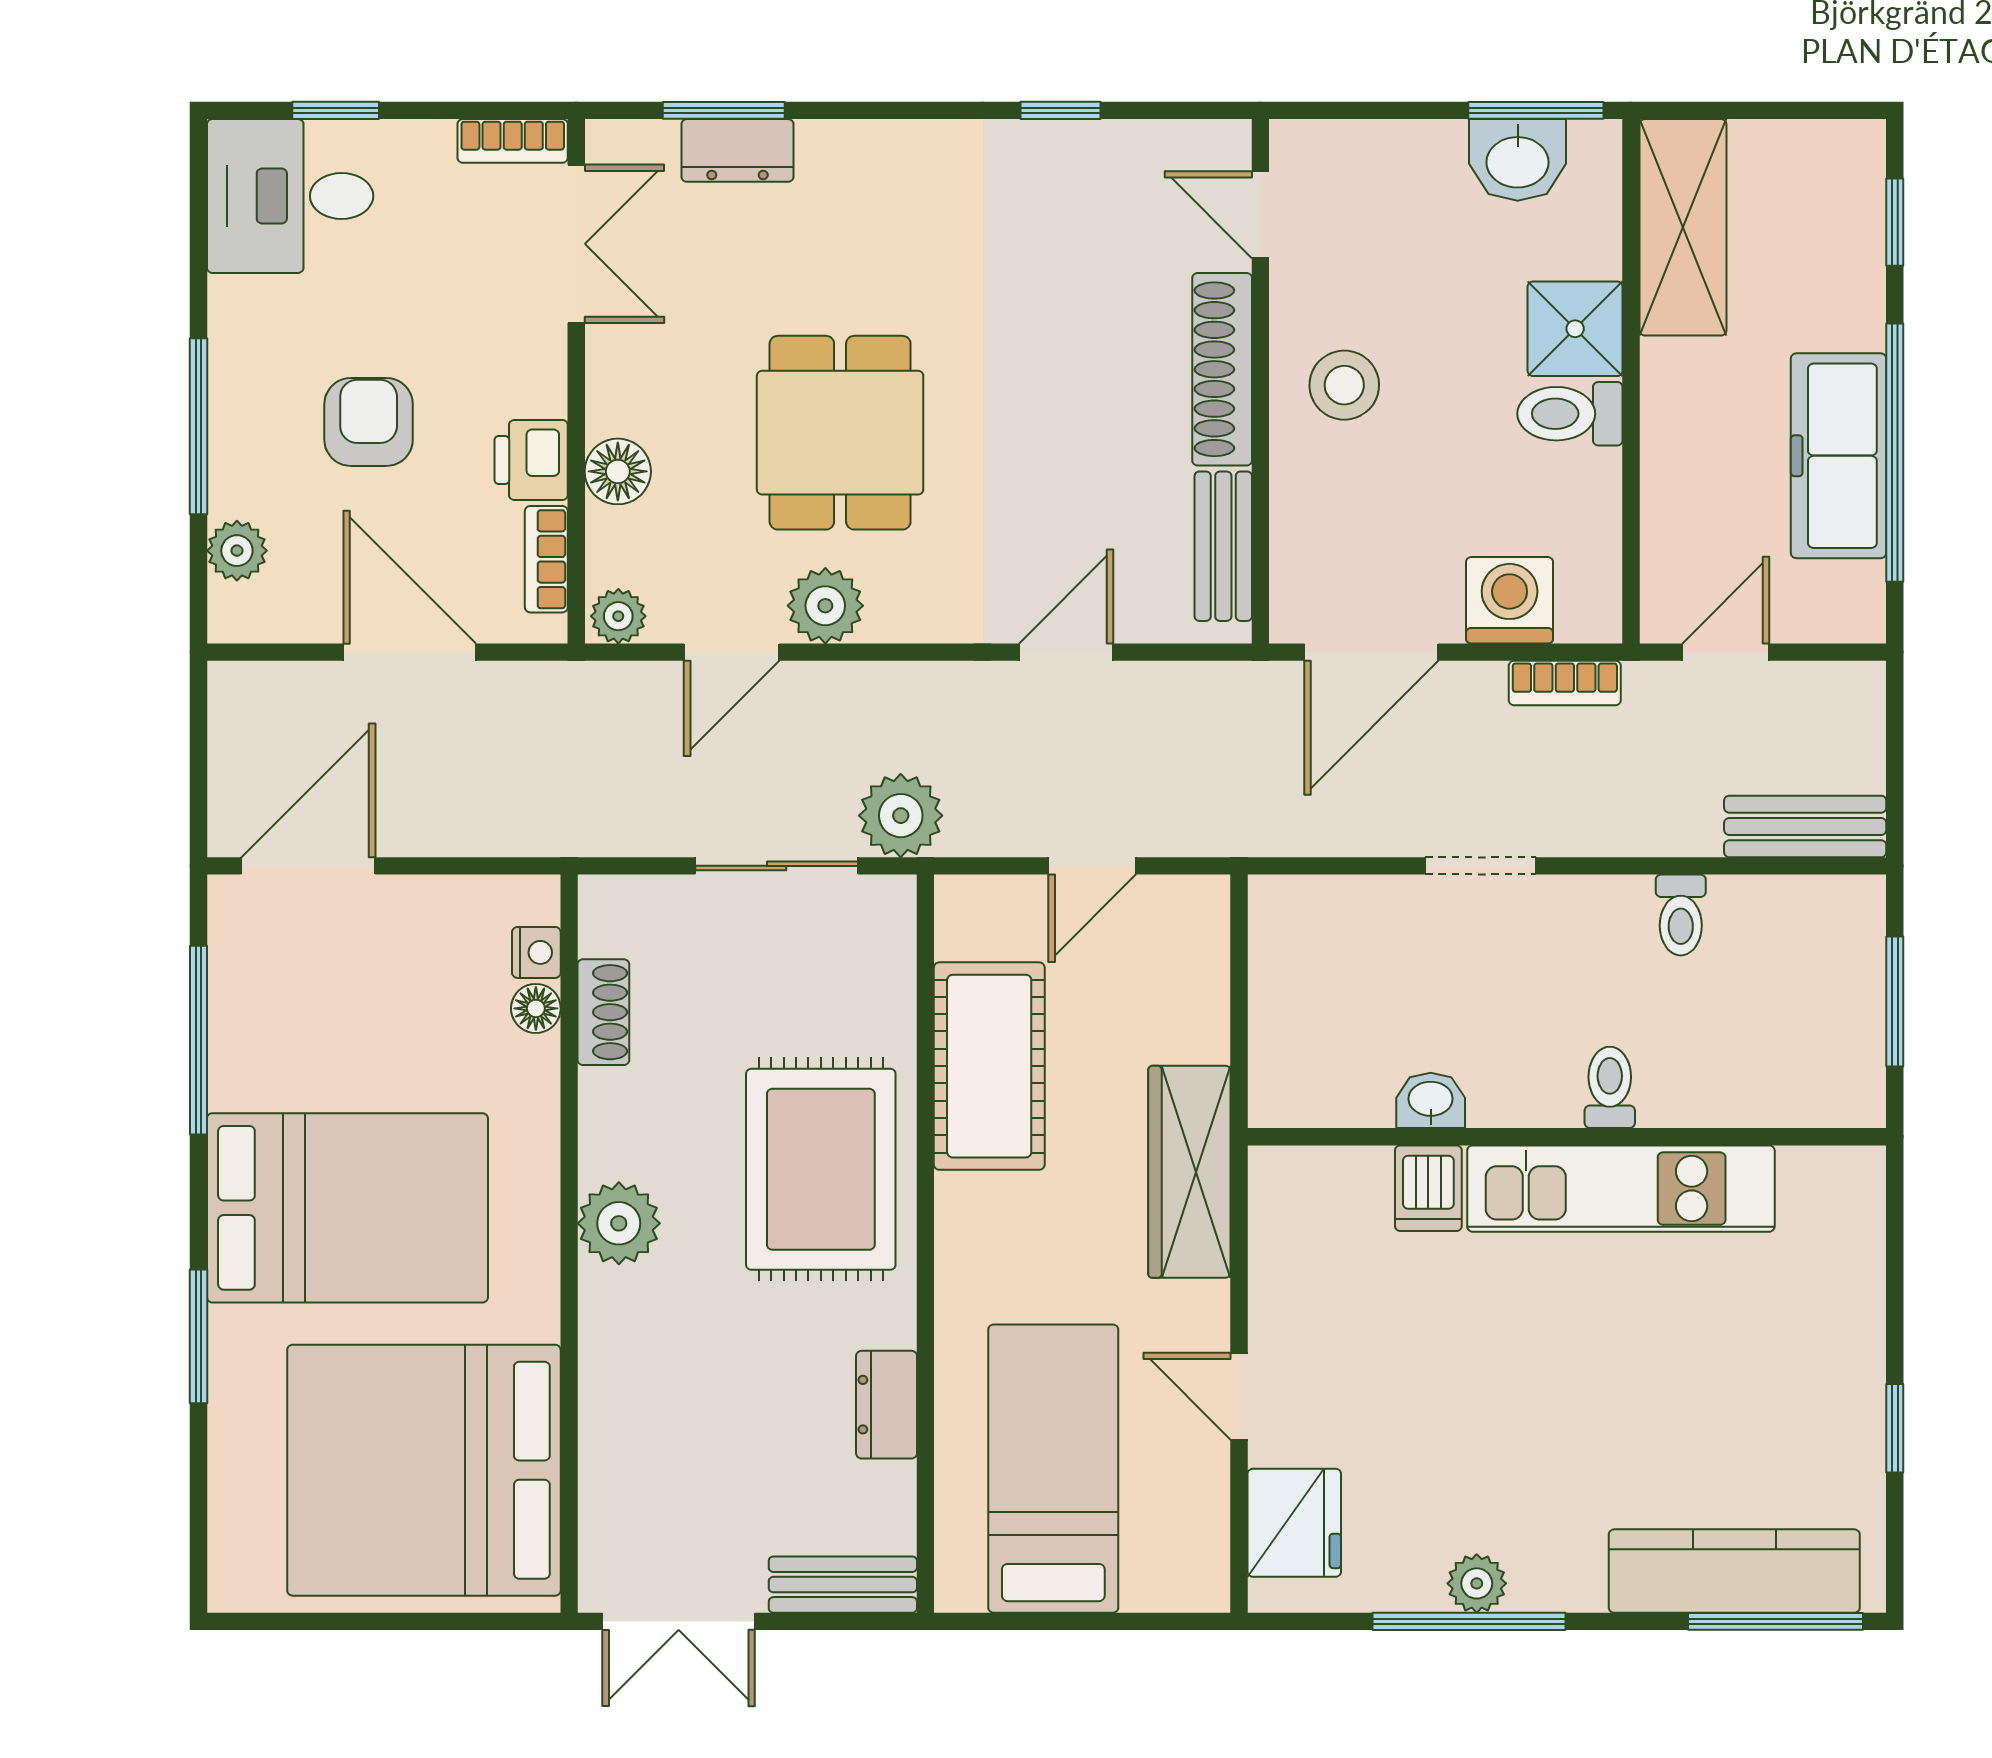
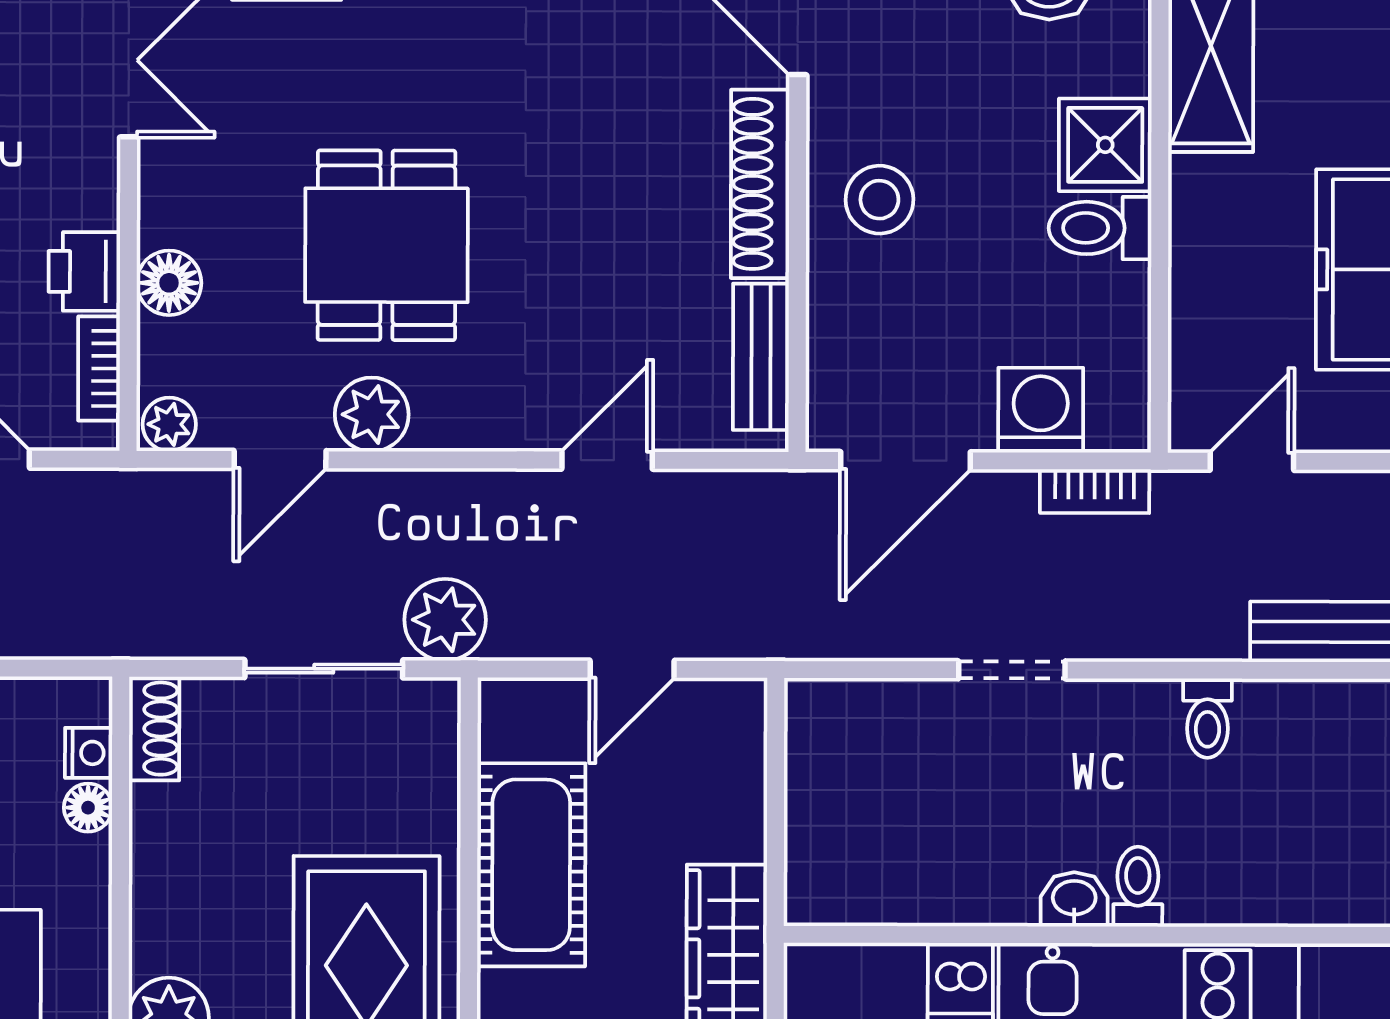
shoe rack: (603, 1012) -> (154, 729), moved
washbasin: (1431, 1100) -> (1074, 899), moved

